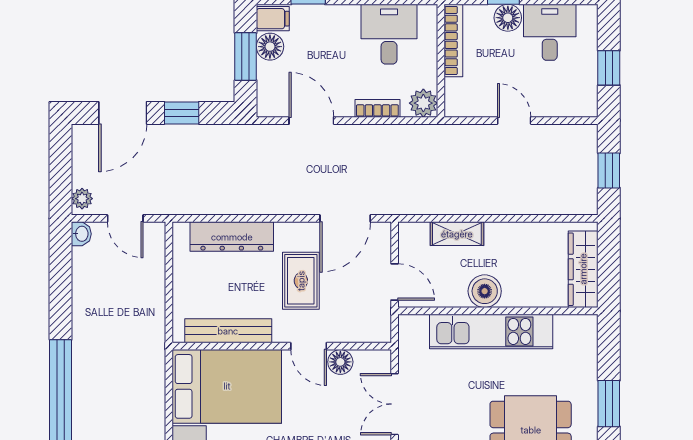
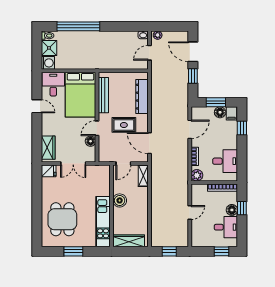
window: (609, 68) -> (222, 251), moved
shelving: (457, 234) -> (143, 176), moved
kitchen unit: (491, 331) -> (103, 222), moved
double door: (395, 404) -> (73, 163), swing flipped

